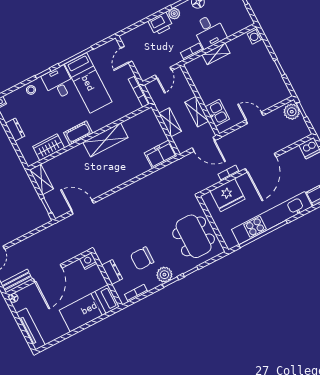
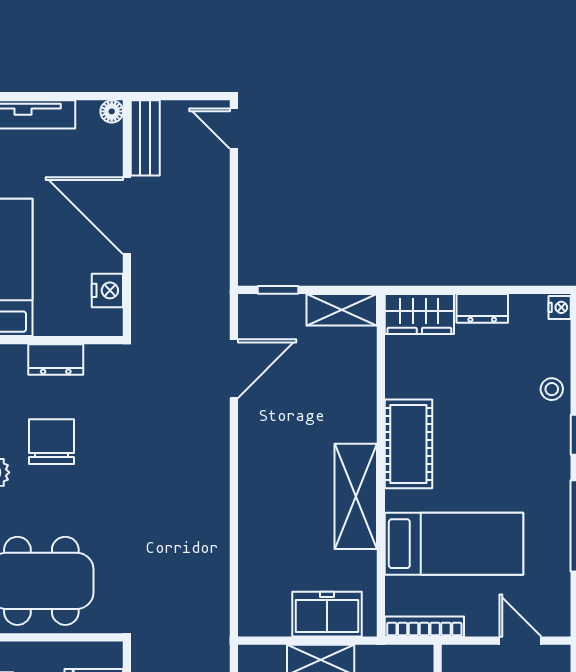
desk: (58, 83) -> (536, 458), removed
bed: (88, 83) -> (454, 544), moved, turned 180
cot: (78, 133) -> (408, 444), width x1.37, depth x1.34
wardrobe: (49, 147) -> (419, 314), moved, turned 90
freezer: (161, 154) -> (327, 614), moved, turned -90
nightstand: (88, 261) -> (107, 290), moved

